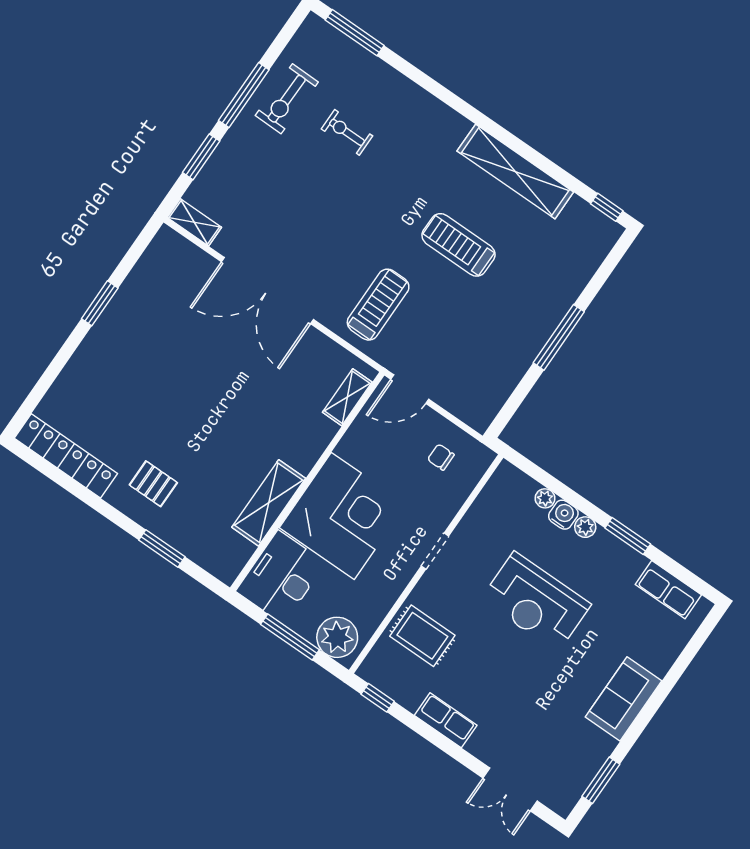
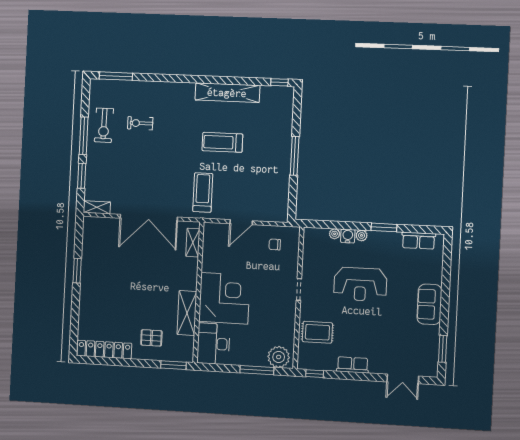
shelving: (347, 397) -> (193, 243), moved
wall: (307, 482) -> (198, 292), moved
shelving: (269, 503) -> (187, 313), moved
corner desk: (343, 516) -> (224, 298), moved
desk: (281, 577) -> (213, 344), moved

